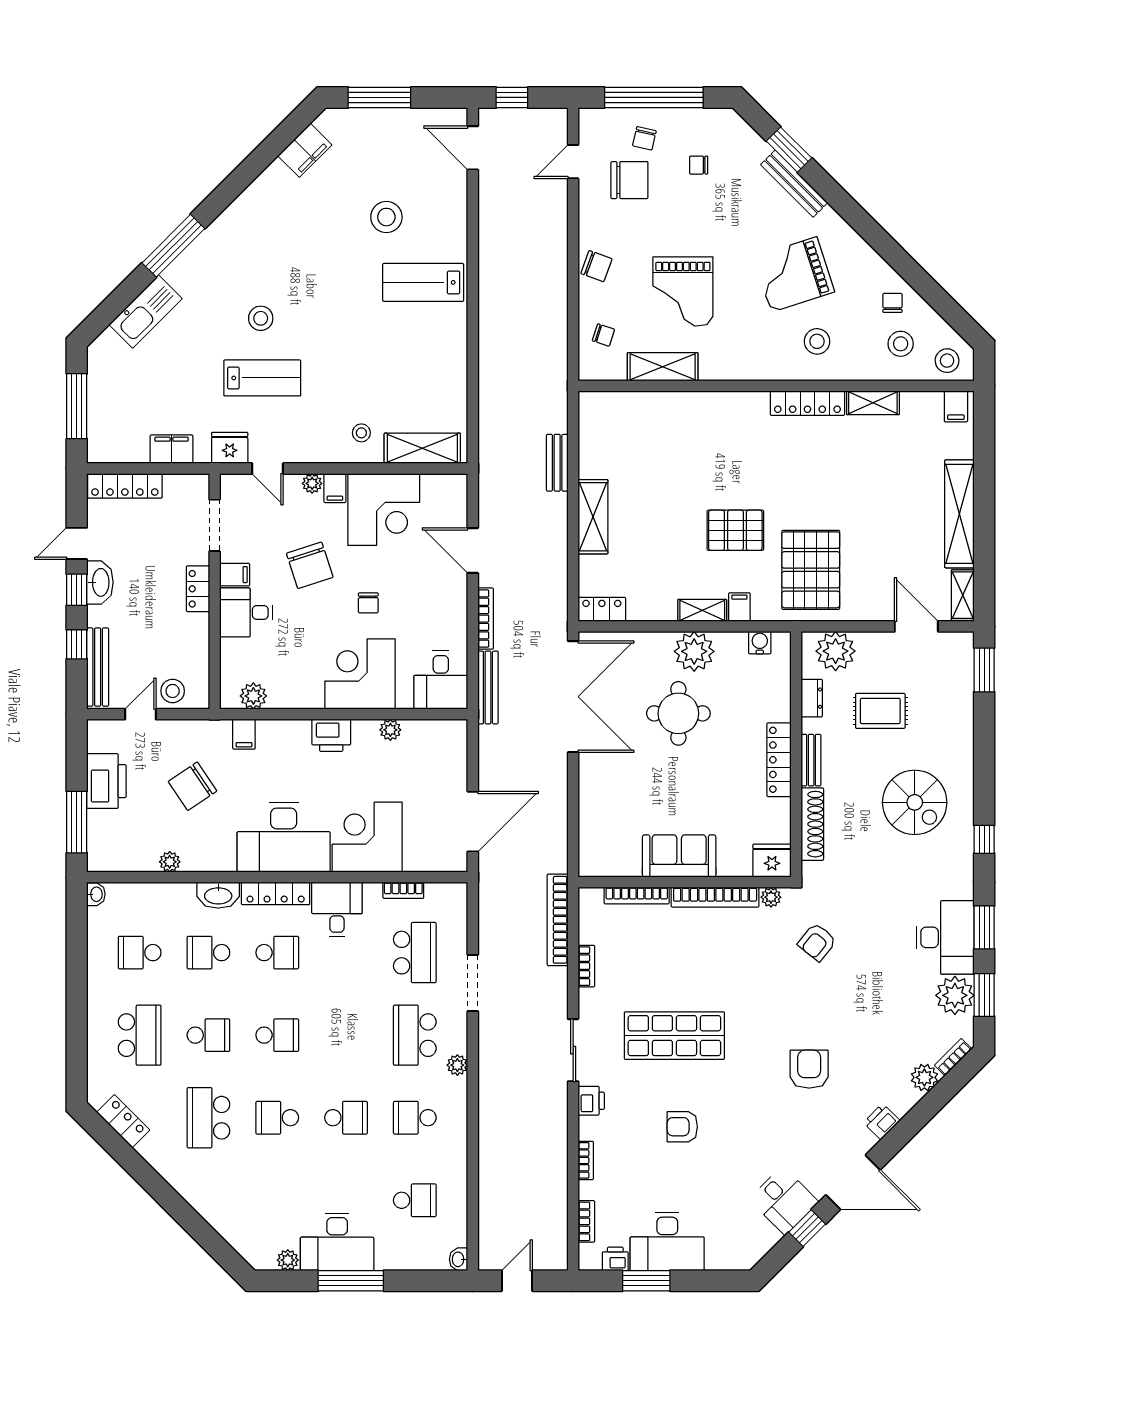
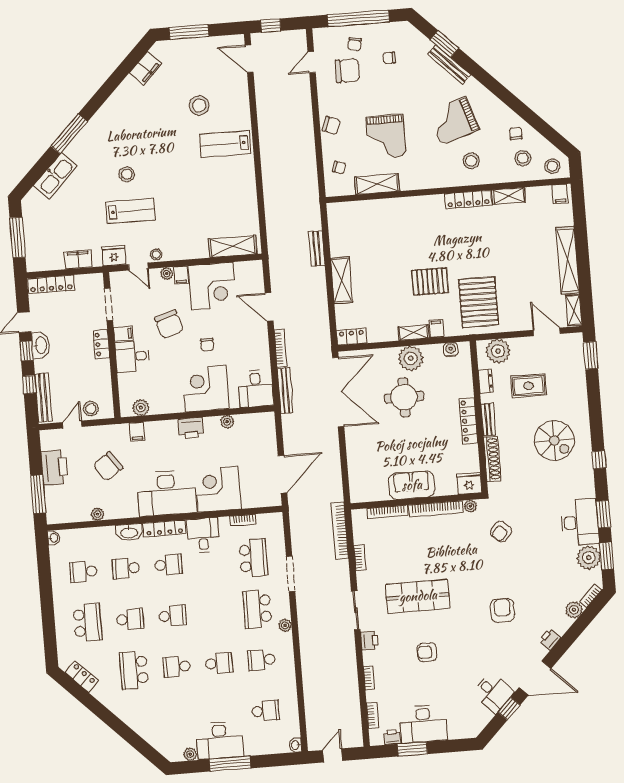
stool: (361, 433) -> (156, 255), moved

